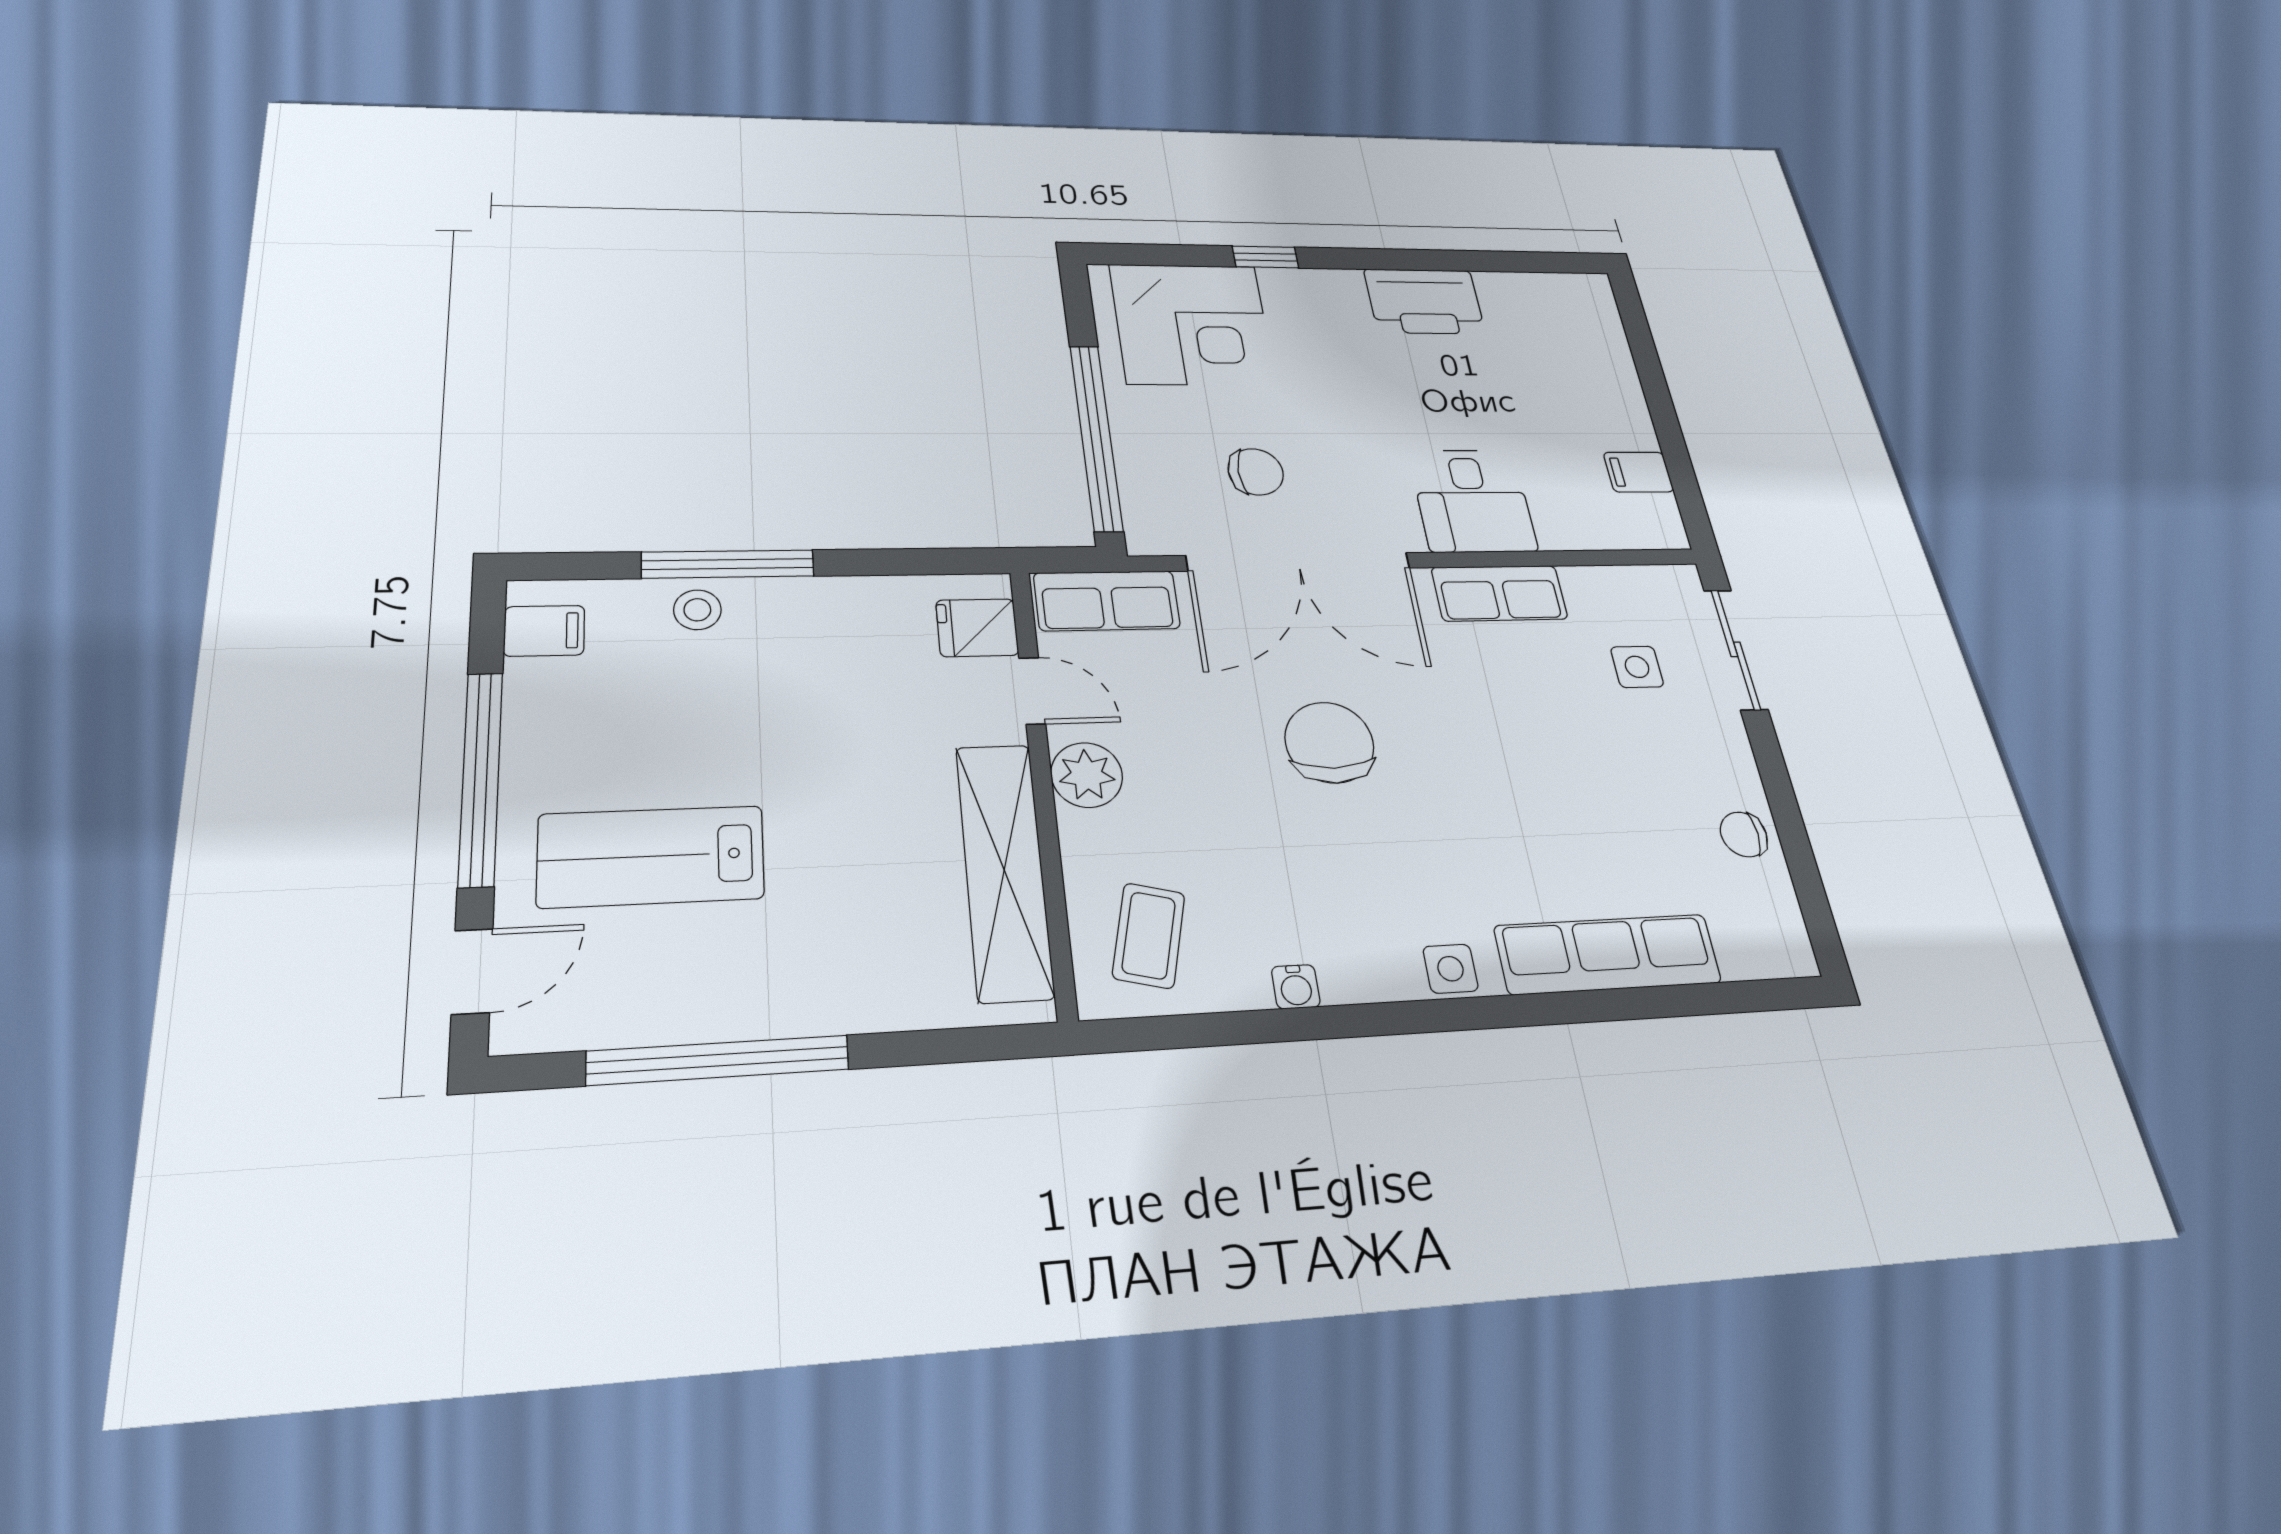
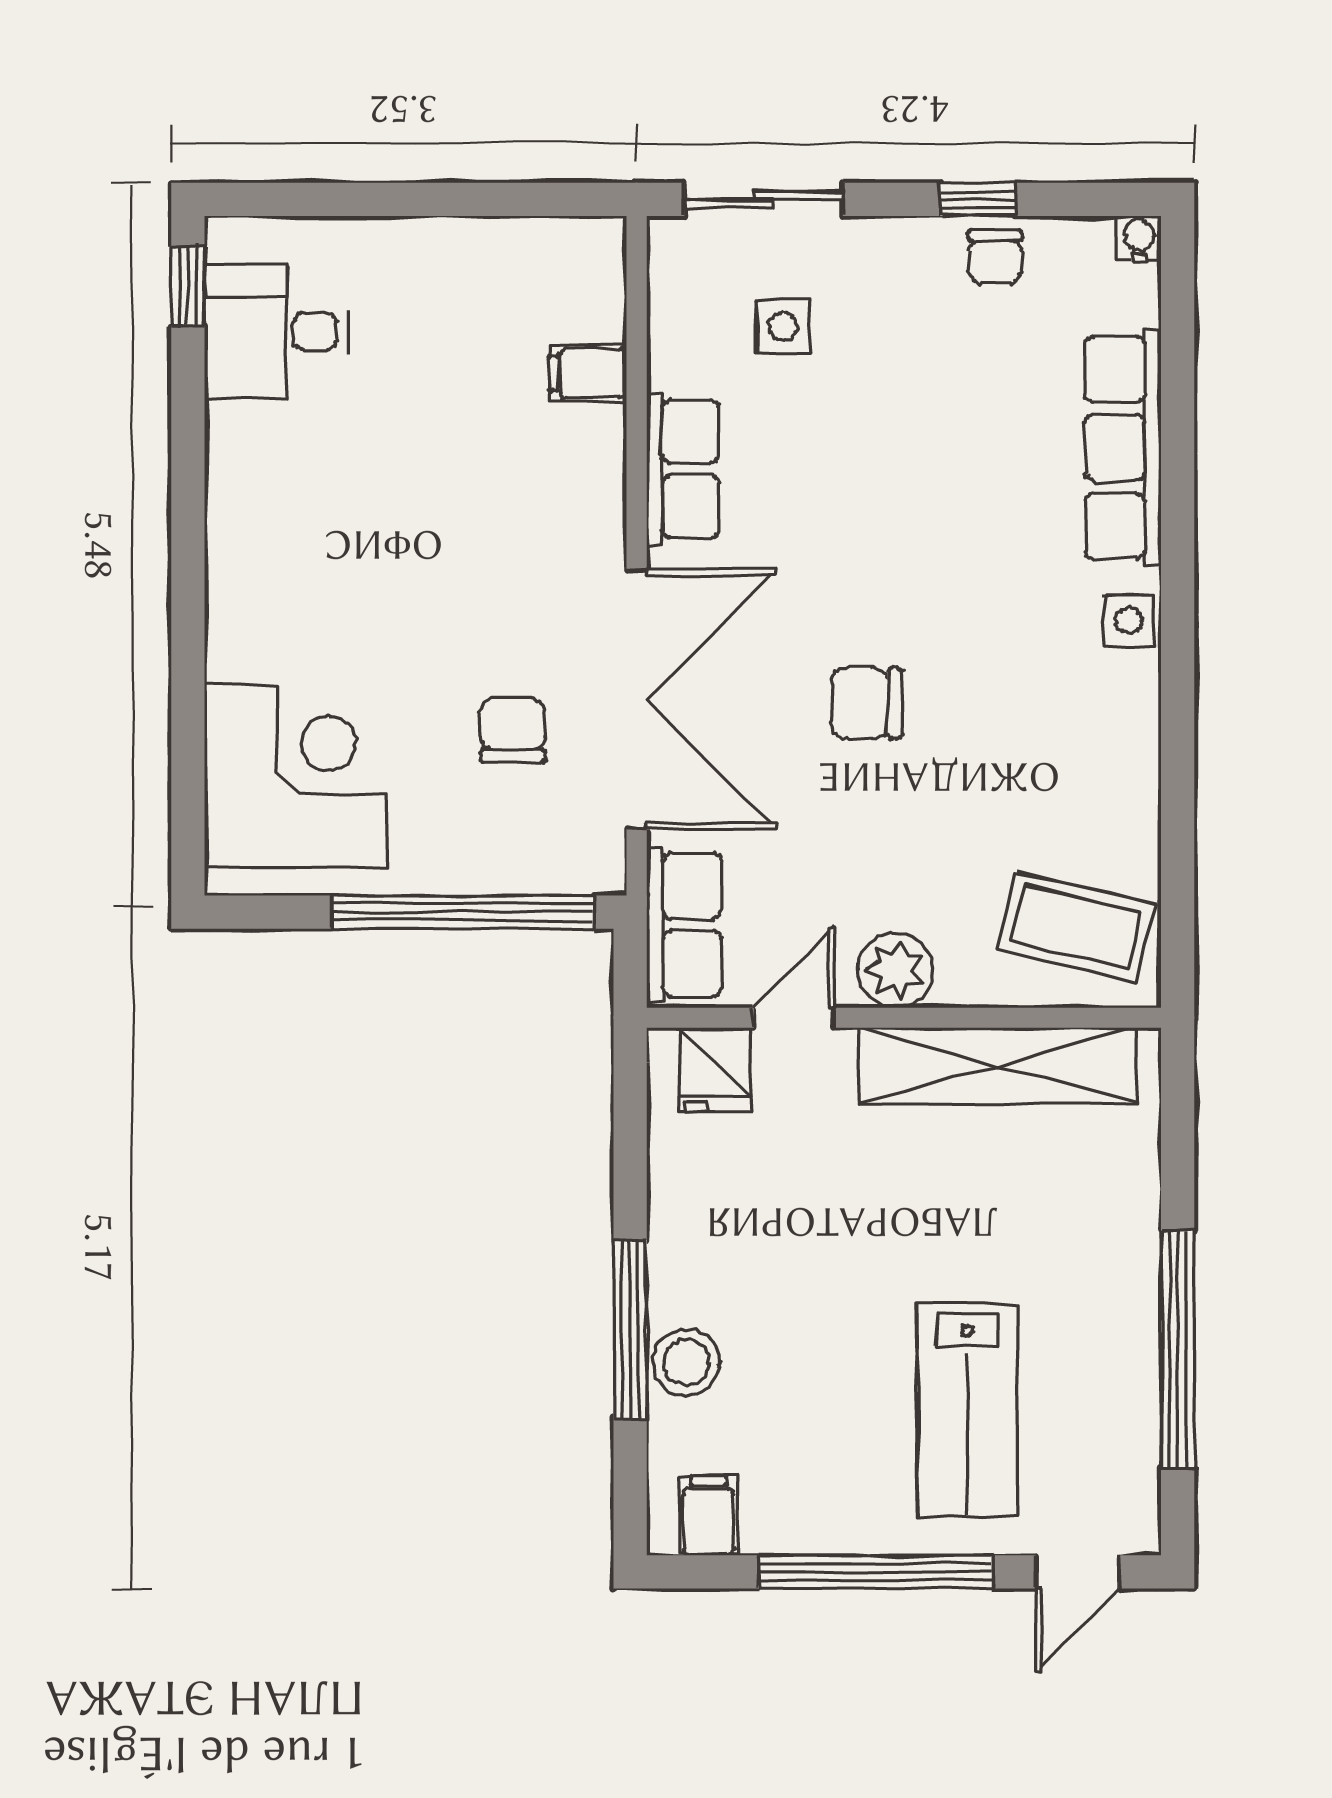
window: (1265, 257) -> (188, 286), moved
printer: (1424, 301) -> (255, 474), removed
filing cabinet: (1638, 472) -> (588, 373), moved, turned 90
desk: (1472, 501) -> (276, 331), moved, turned 180
stool: (697, 610) -> (686, 1362), width x1.37, depth x1.37
chair: (1329, 742) -> (867, 703), width x0.73, depth x0.73
window: (1788, 819) -> (978, 199), added
coffee table: (1149, 935) -> (1076, 927), width x1.36, depth x1.30
door: (472, 971) -> (1077, 1572), swing flipped
water cooler: (1296, 987) -> (1139, 238), moved, turned -90

